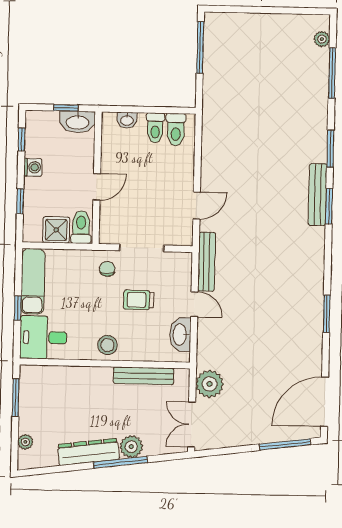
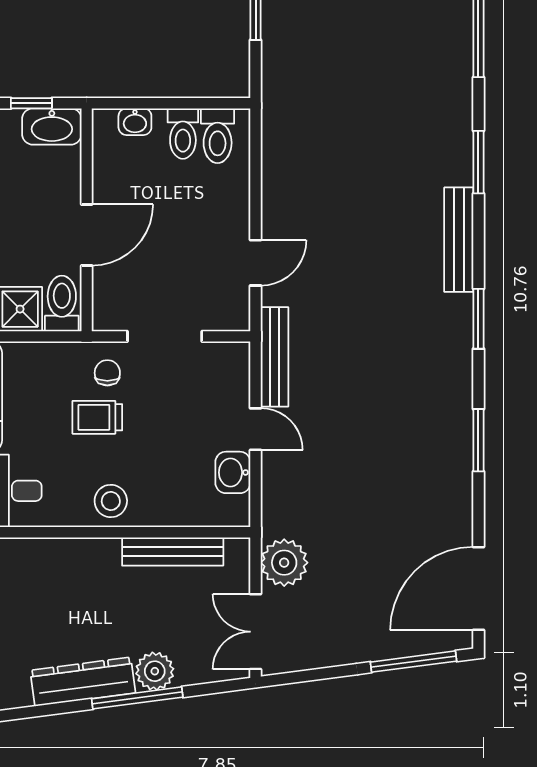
door: (97, 187) -> (87, 235), width x1.38
window: (329, 206) -> (478, 319), moved
trolley: (139, 300) -> (97, 417), moved
washbasin: (180, 334) -> (233, 472), width x0.72

